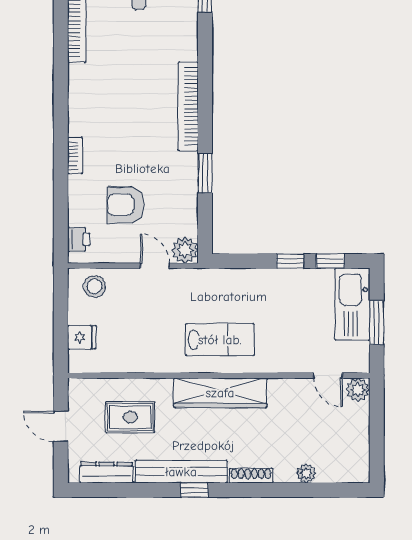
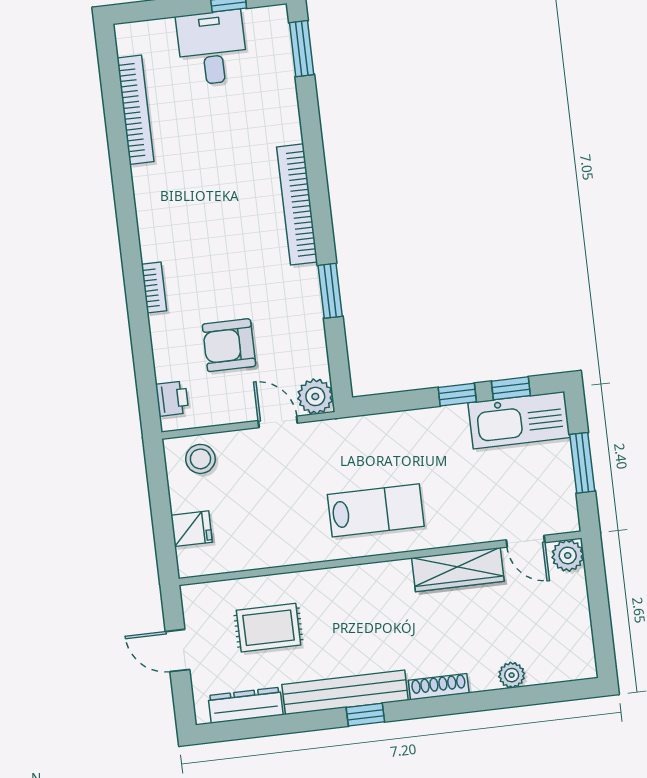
kitchen sink: (352, 304) -> (519, 420), moved, turned -90
wardrobe: (220, 393) -> (458, 570), moved, width x0.71, depth x0.85

